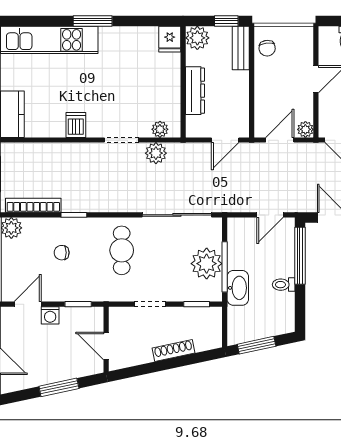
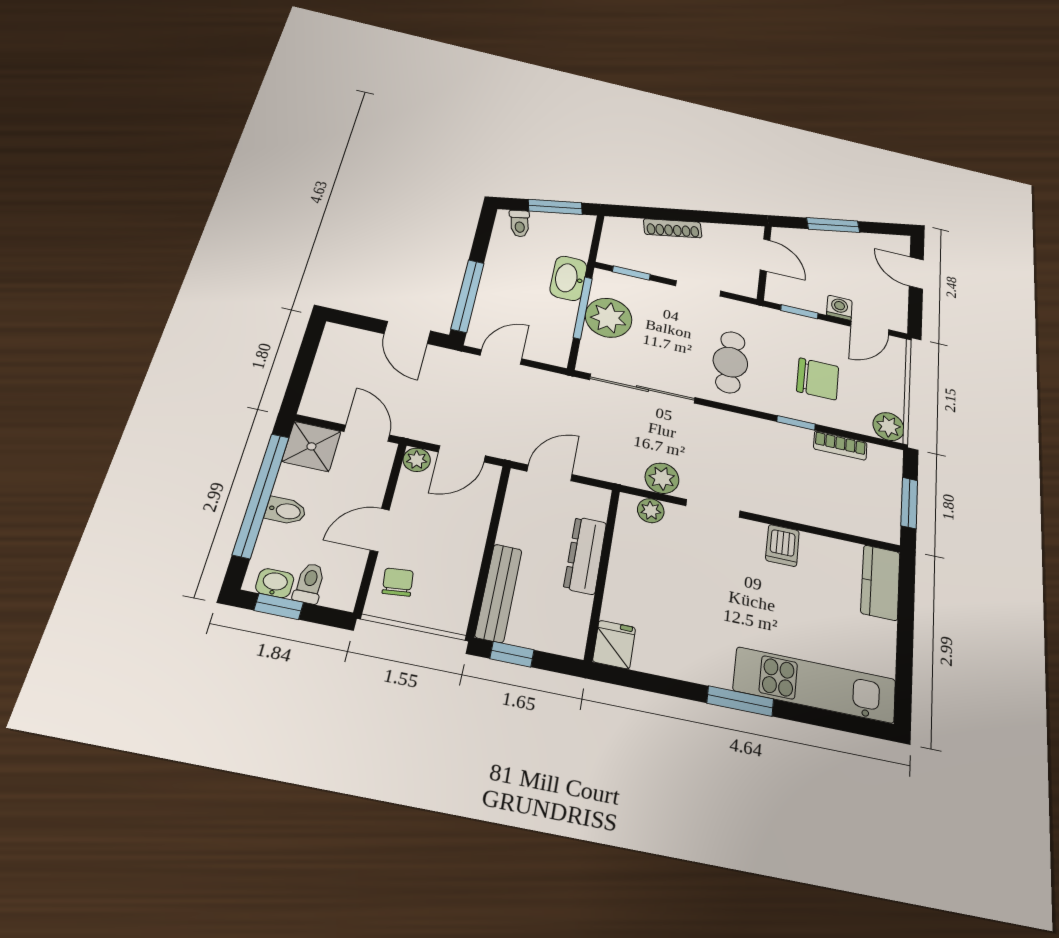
plant: (197, 38) -> (567, 637), removed
bench: (241, 48) -> (499, 593), width x1.36
chair: (267, 48) -> (398, 582), moved
bookcase: (33, 205) -> (840, 446), width x0.64
chair: (62, 253) -> (818, 379), width x1.87, depth x1.87
toilet: (284, 285) -> (520, 223), moved, turned 78

